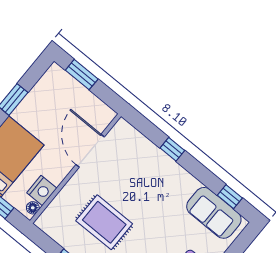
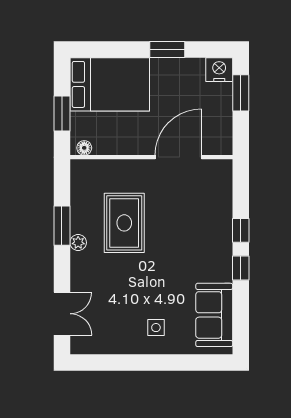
nightstand: (42, 190) -> (219, 70), moved, turned 180
window: (230, 197) -> (241, 268), moved

